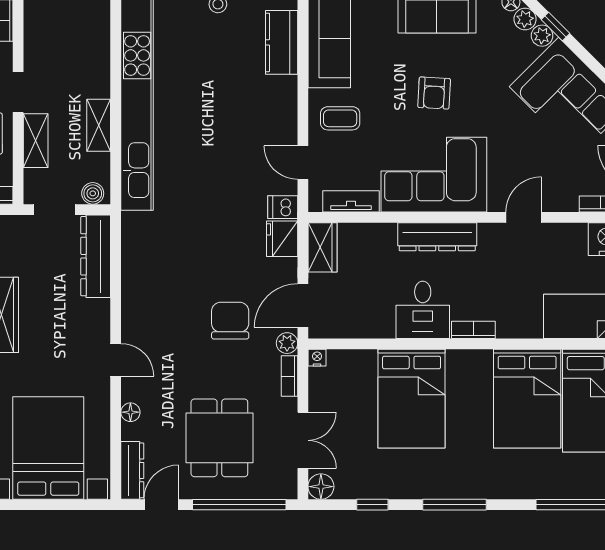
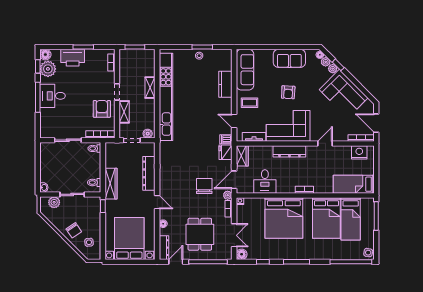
kitchen counter: (282, 42) -> (225, 84), moved
shelving: (99, 125) -> (150, 88), moved
dresser: (96, 256) -> (149, 173), moved
desk: (423, 310) -> (265, 182), moved
bed: (412, 399) -> (284, 218), width x1.36

